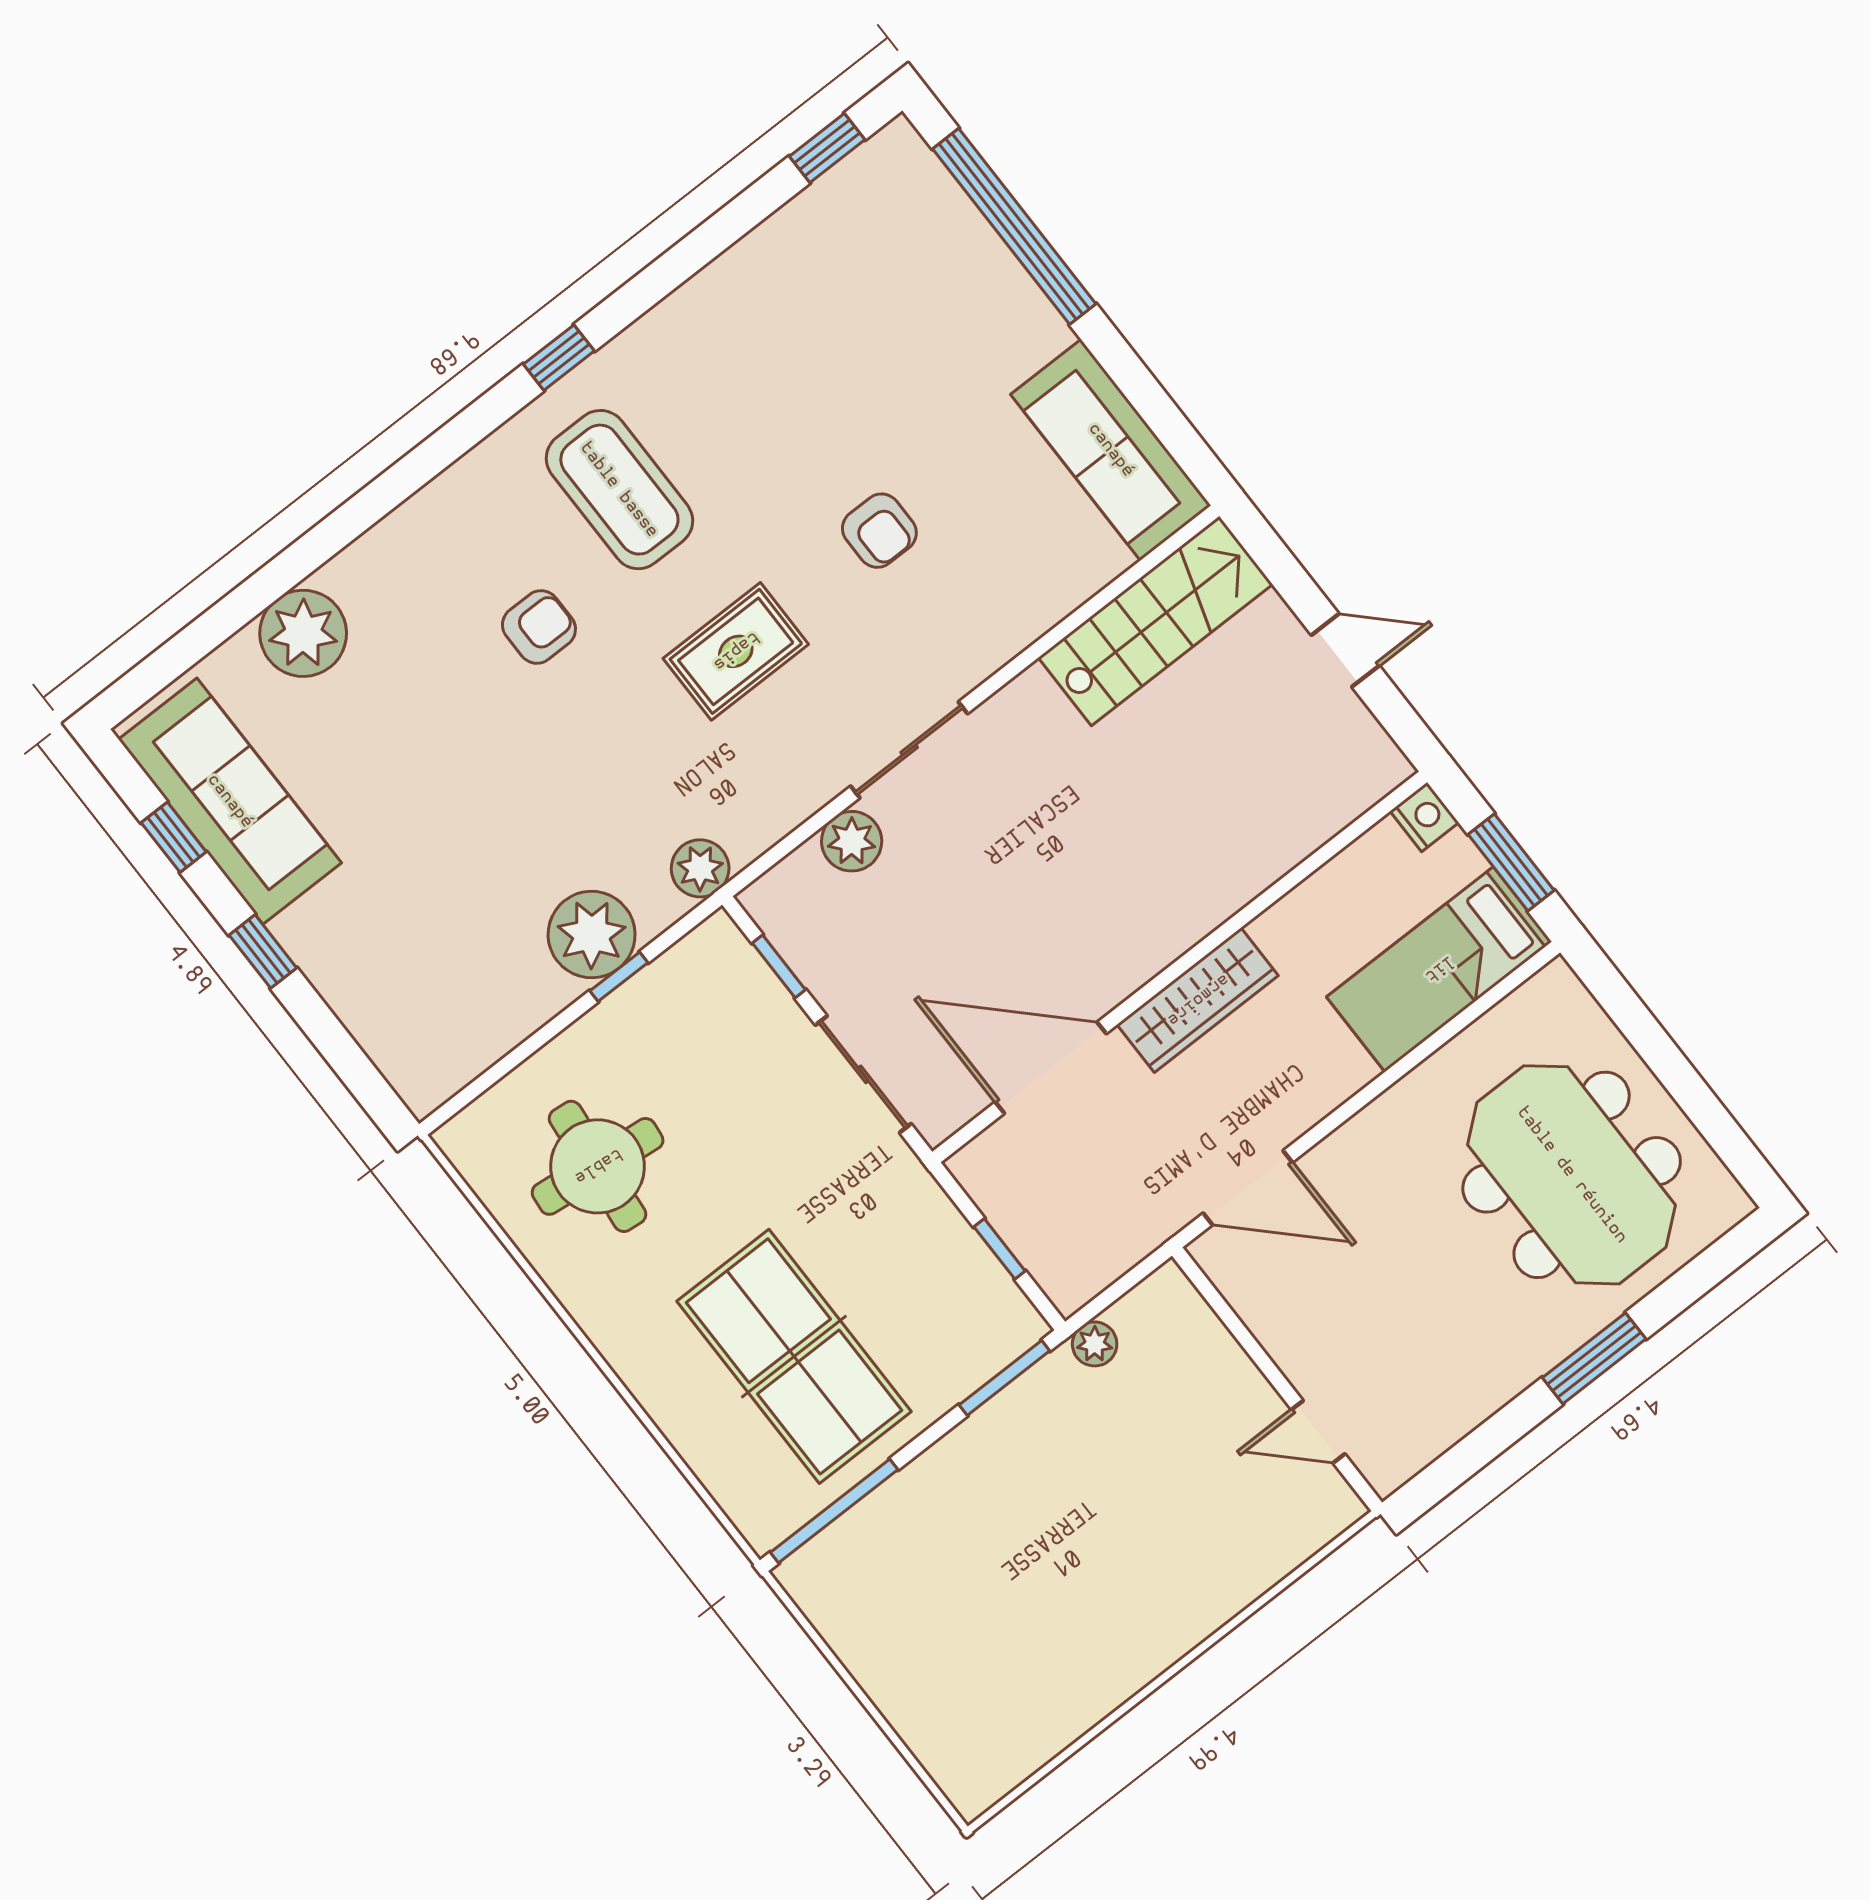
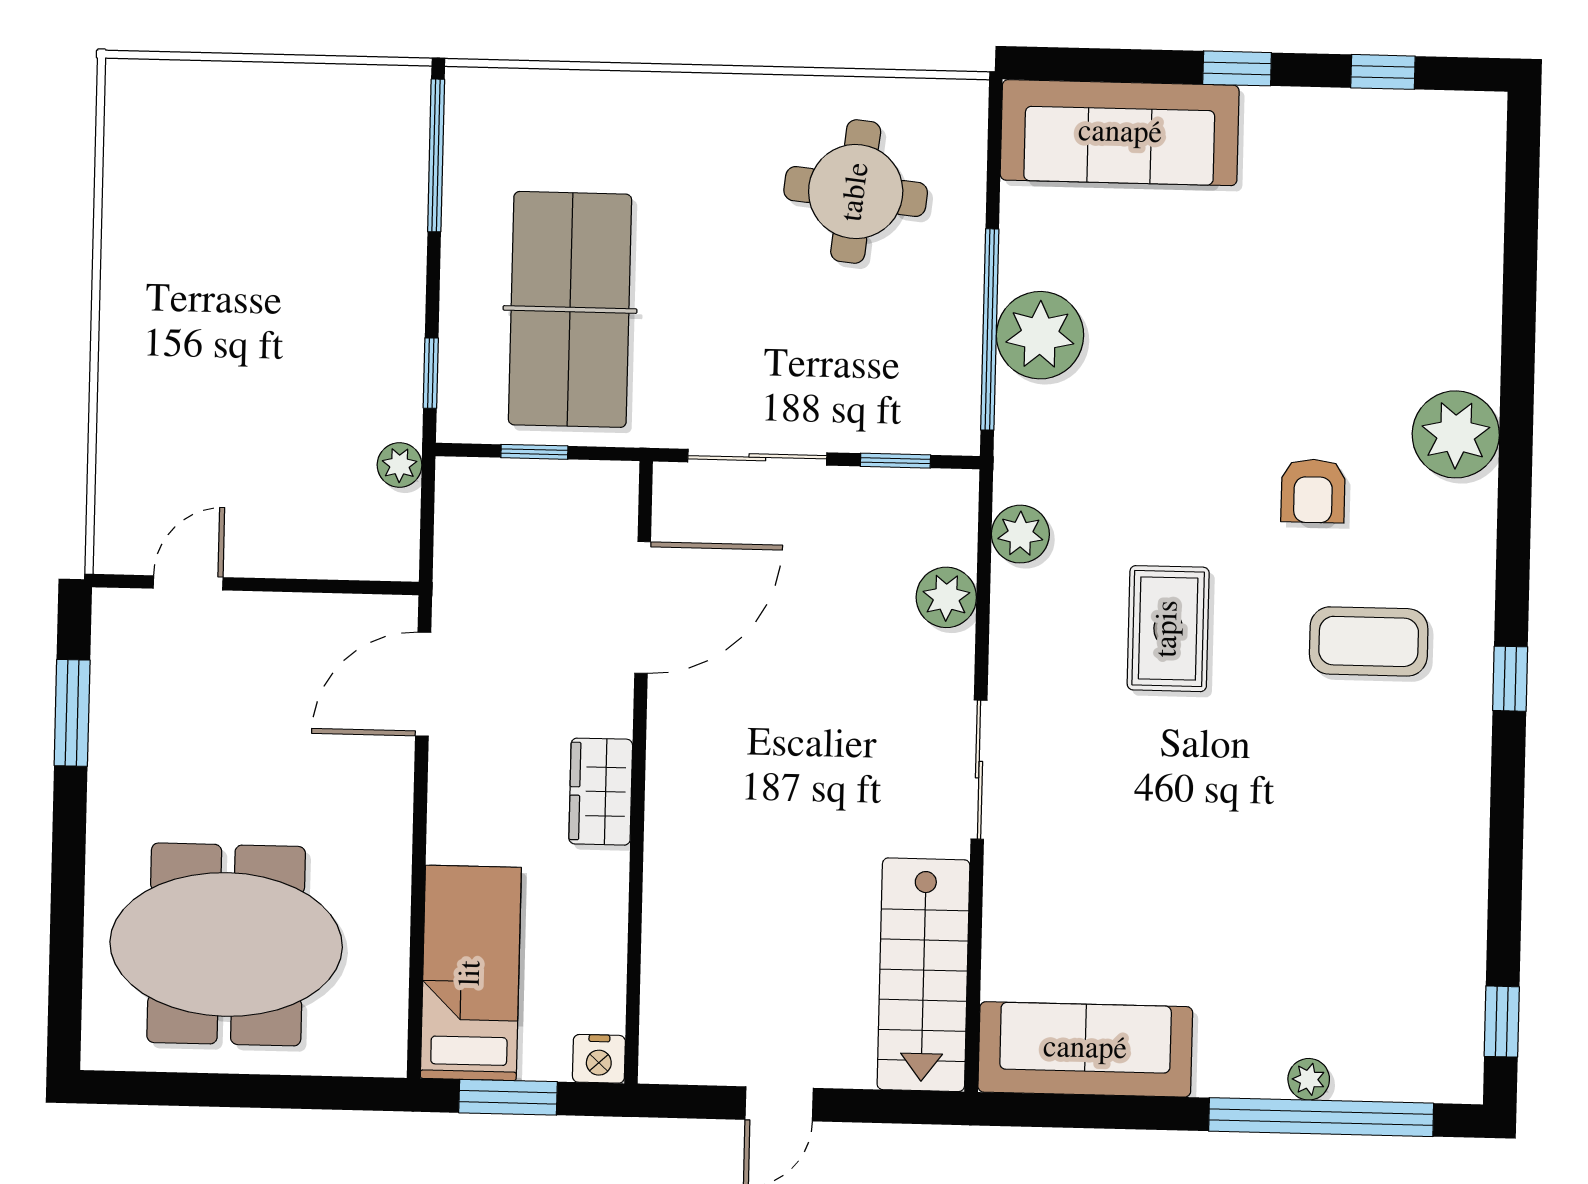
plant: (993, 260) -> (1309, 1079), added
coffee table: (619, 490) -> (1369, 641), width x0.73, depth x0.76
armchair: (879, 531) -> (1170, 818), removed
plant: (303, 633) -> (1456, 434), moved
sliding door: (909, 750) -> (979, 770), moved
sofa: (230, 801) -> (1120, 133), moved
plant: (700, 868) -> (1020, 534), moved
window: (619, 977) -> (990, 329), width x3.17
wardrobe: (1198, 1000) -> (601, 792), width x0.67
table tennis table: (794, 1356) -> (570, 309), moved, turned 90
window: (1594, 1358) -> (72, 713), moved
window: (1004, 1378) -> (431, 373), width x0.67

